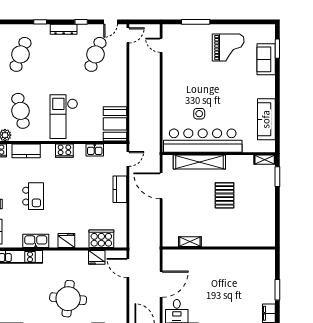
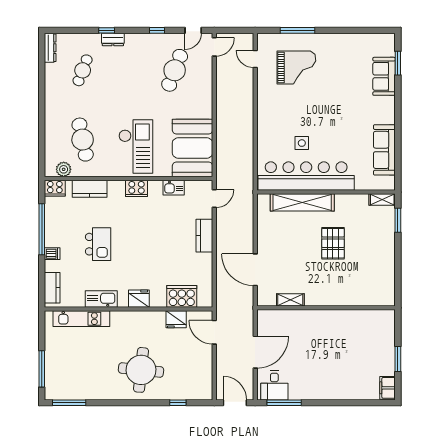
dresser: (64, 29) -> (113, 39), moved, width x0.70
grand piano: (228, 48) -> (296, 68), moved
cafe table: (20, 54) -> (83, 70), width x0.73, depth x0.74
checkout: (64, 117) -> (136, 147), turned 180
booth: (115, 124) -> (192, 148), width x1.36, depth x1.42
door: (161, 186) -> (255, 270), moved

